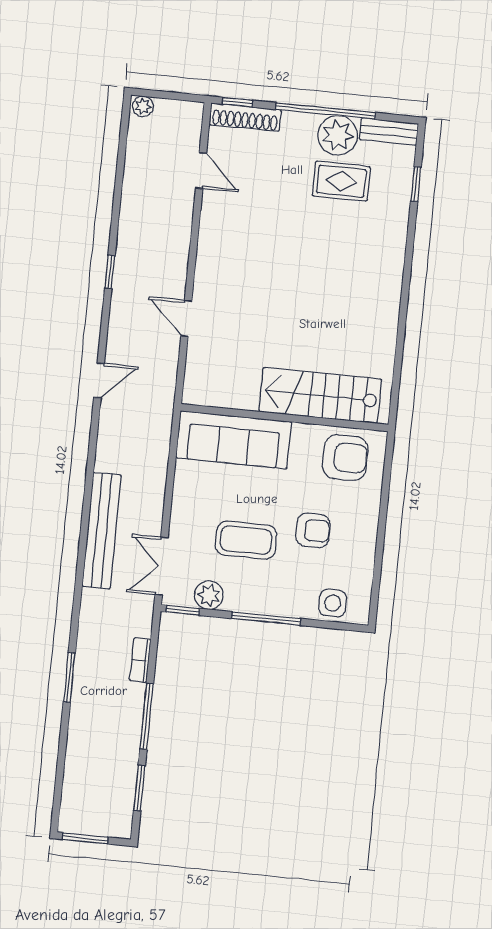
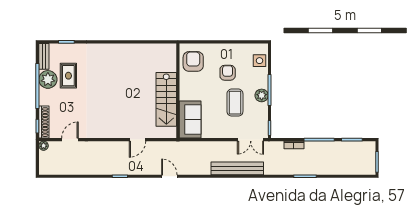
plant: (143, 106) -> (44, 146), moved
stairs: (320, 395) -> (166, 99), moved
sofa: (234, 440) -> (190, 119), width x0.73
plant: (209, 595) -> (262, 95), moved

